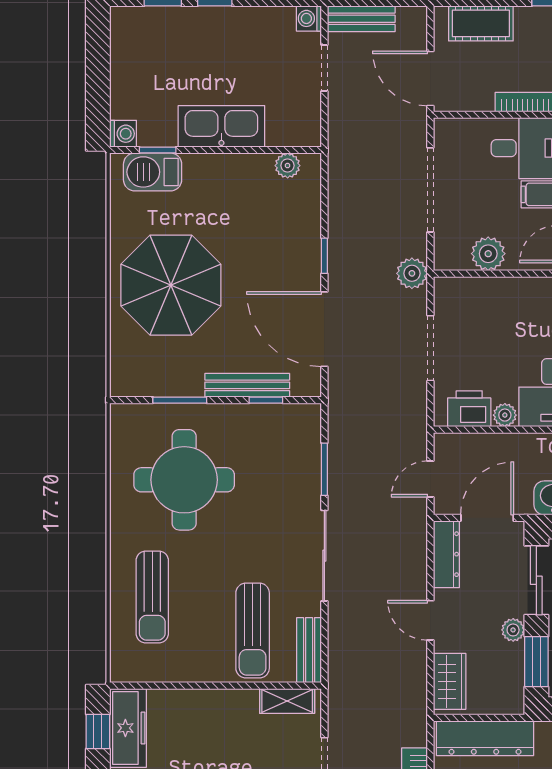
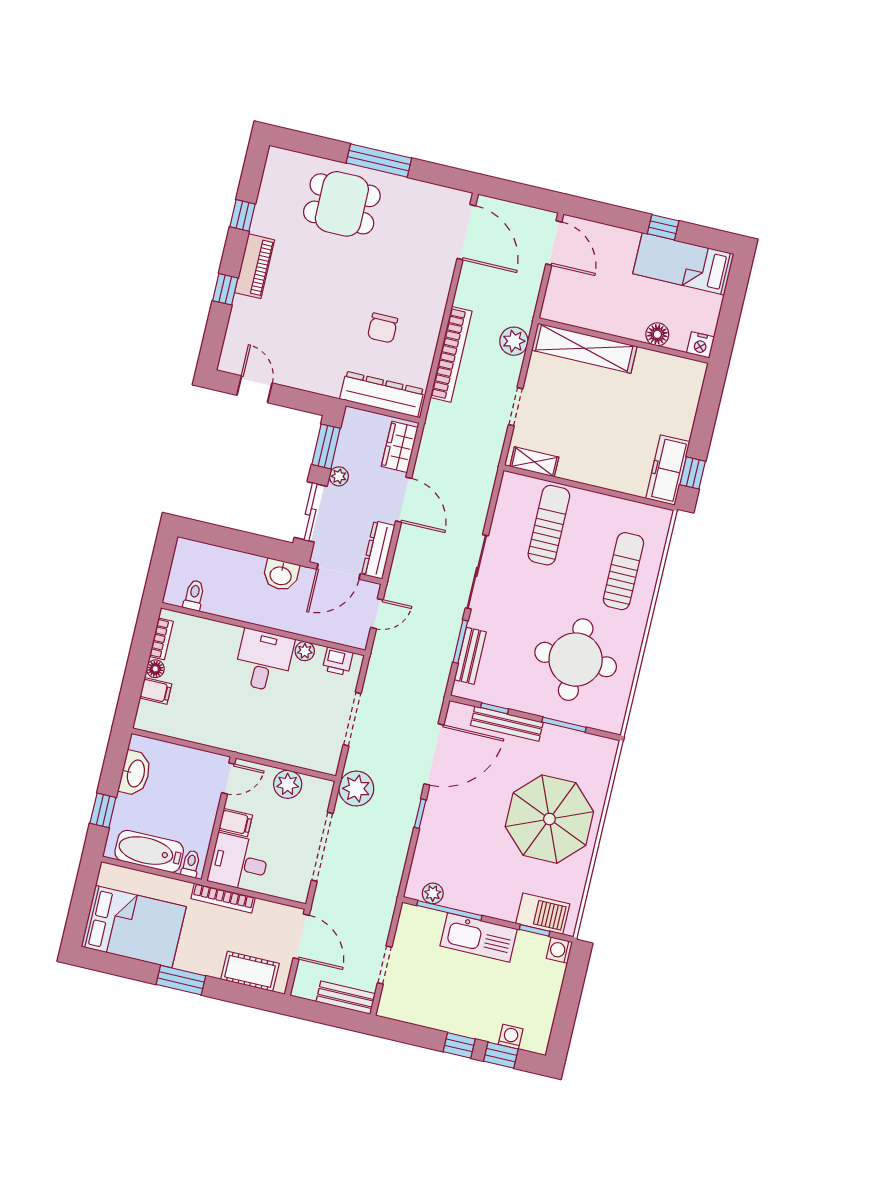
washing machine: (309, 18) -> (511, 1037), moved, turned -90
window: (263, 150) -> (449, 910), added
plant: (412, 273) -> (356, 789), width x1.36, depth x1.36
door: (324, 329) -> (434, 754), hinge flipped
printer: (469, 409) -> (338, 661), width x0.73, depth x0.81
door: (430, 620) -> (404, 500), width x1.38
bench: (309, 650) -> (470, 656), moved

